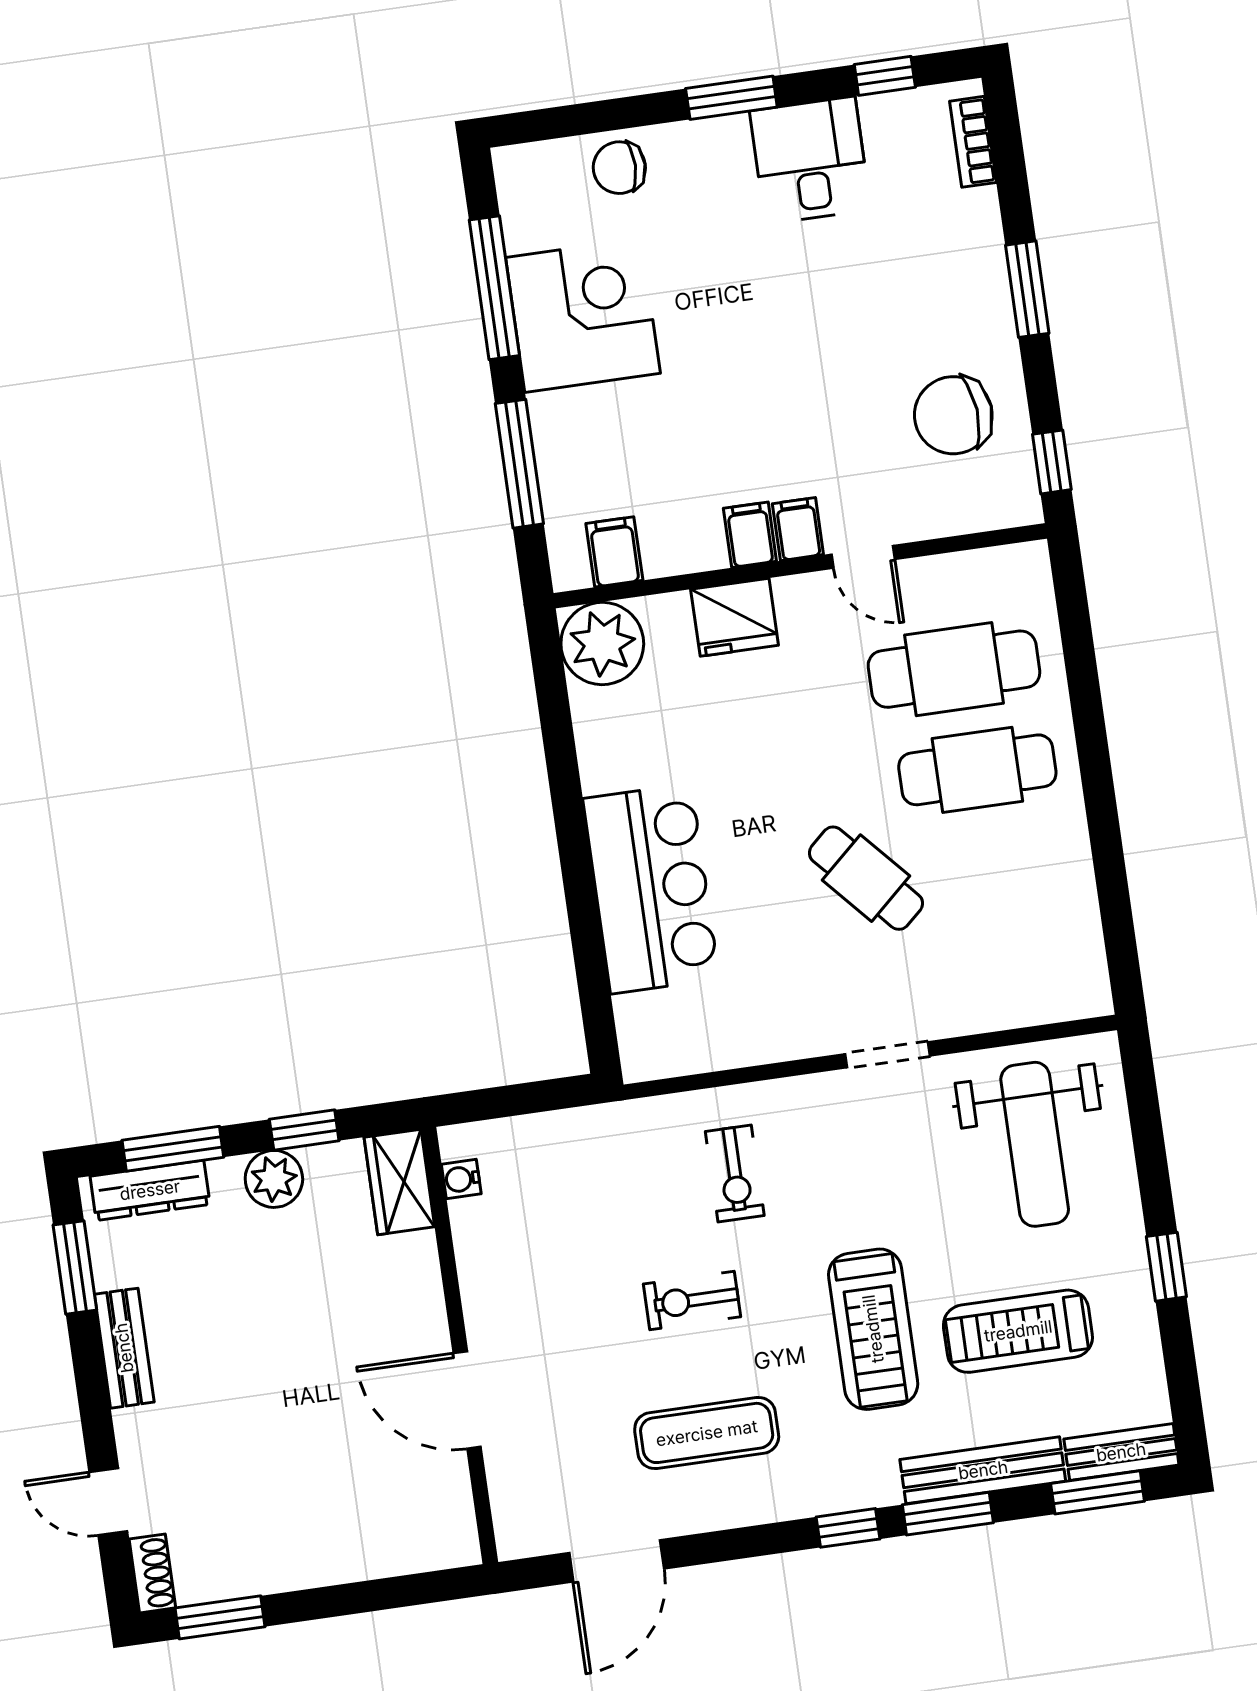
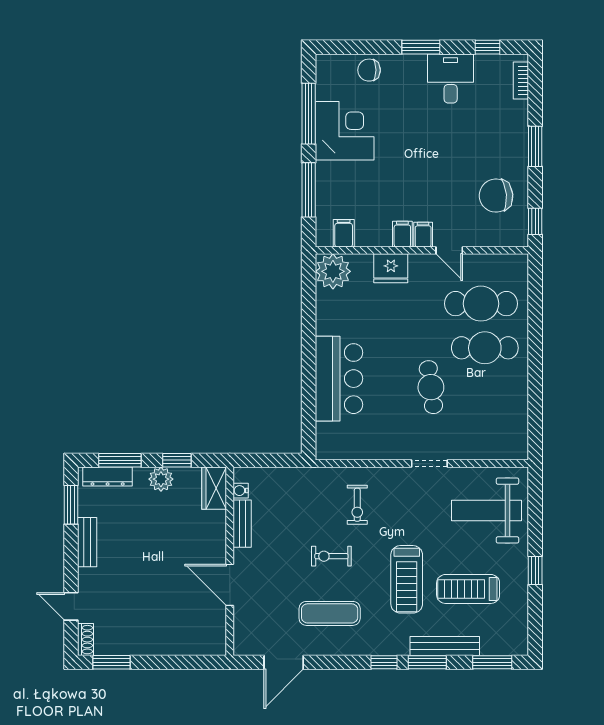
cafe table: (866, 878) -> (431, 387), turned 34
weight bench: (1035, 1144) -> (487, 510), turned 90
bench: (1121, 1452) -> (242, 524), moved, turned 90

